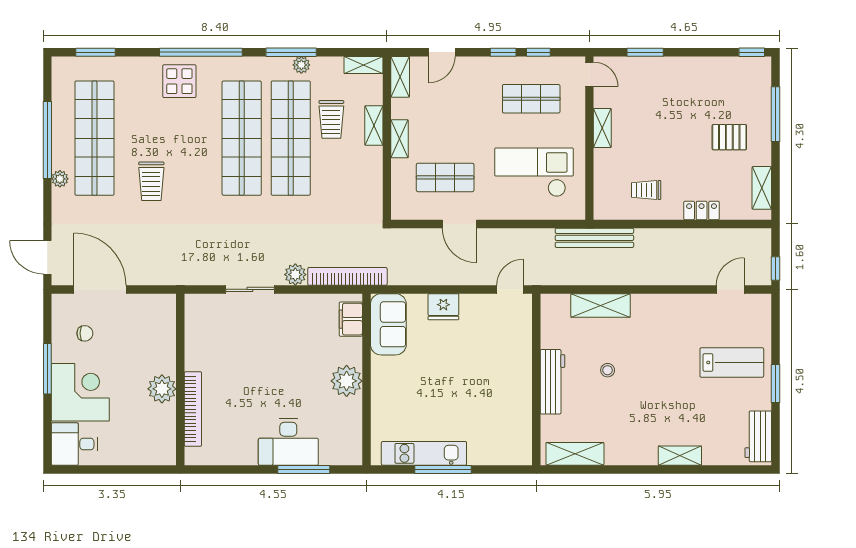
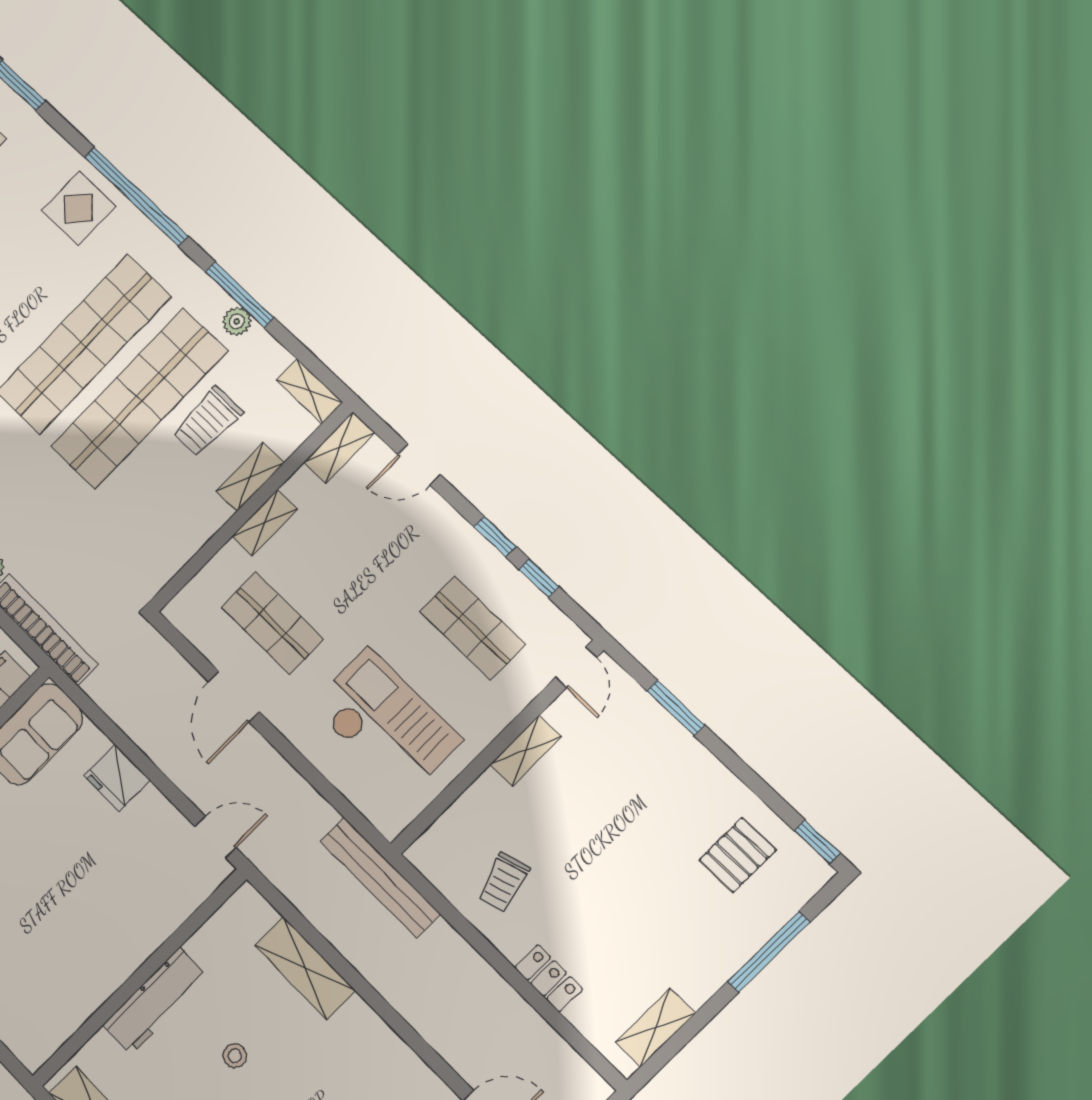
pallet: (729, 137) -> (738, 855), moved, turned 90
trolley: (646, 190) -> (504, 882), turned -107

